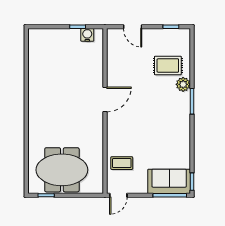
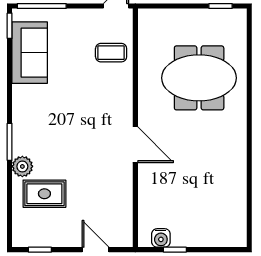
door: (105, 99) -> (135, 145), swing flipped
meeting table: (62, 170) -> (199, 78), moved
sofa: (169, 181) -> (30, 53), moved, turned -90

